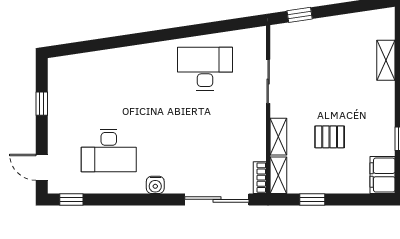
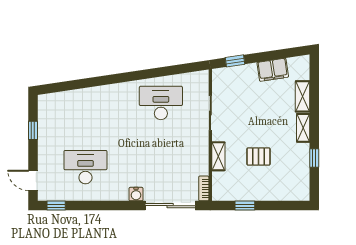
desk: (109, 150) -> (85, 167), turned 180
shelving: (278, 175) -> (303, 128), moved
filing cabinet: (382, 175) -> (273, 70), moved, turned -98
water cooler: (155, 185) -> (136, 194), moved

